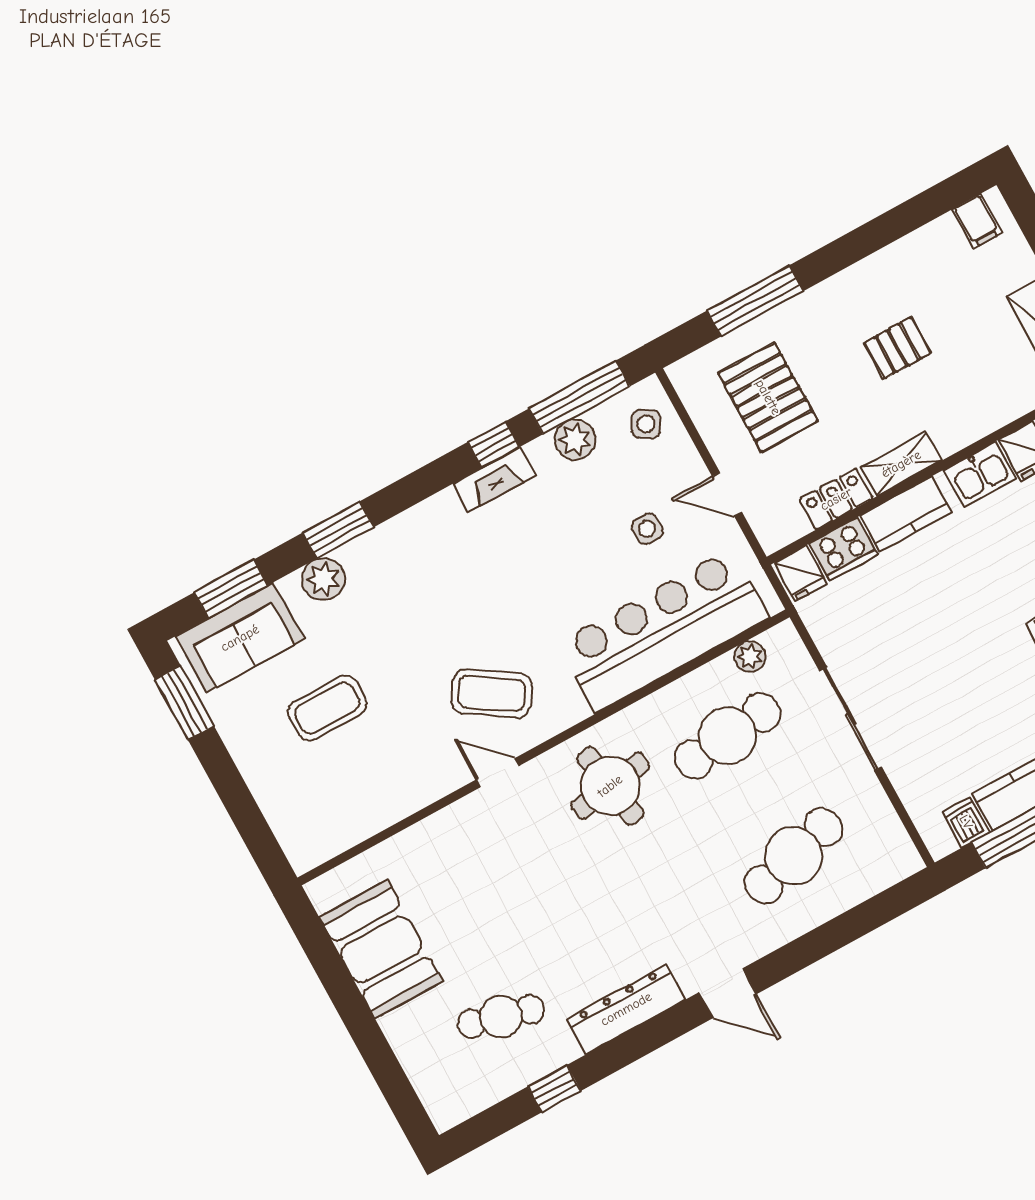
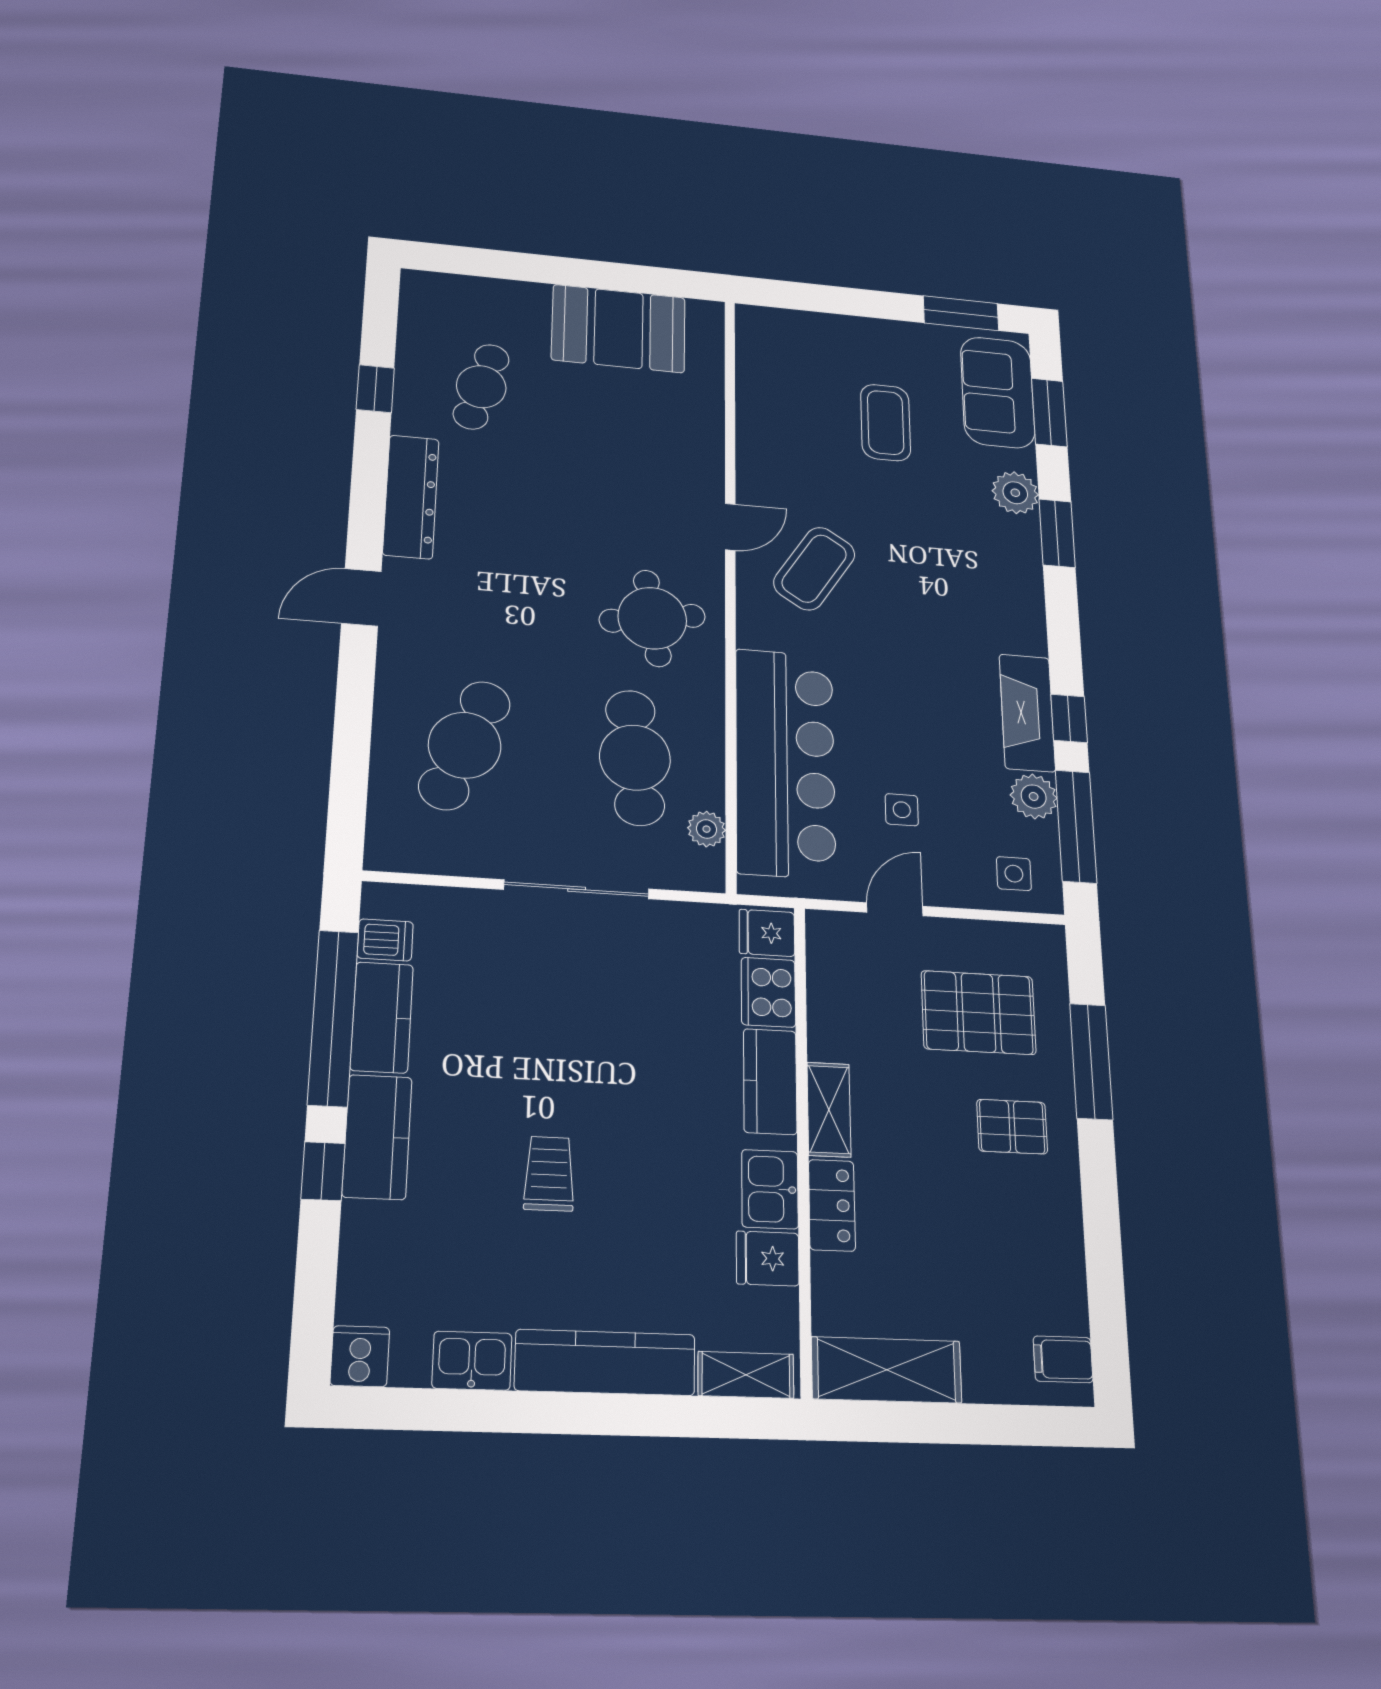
pallet: (898, 348) -> (1012, 1127), moved, turned 90
side table: (646, 424) -> (1014, 874), turned -32
fireplace: (494, 480) -> (1027, 713), width x1.37, depth x1.32
locker: (836, 499) -> (832, 1205), moved
cafe table: (794, 856) -> (465, 745), turned 36

